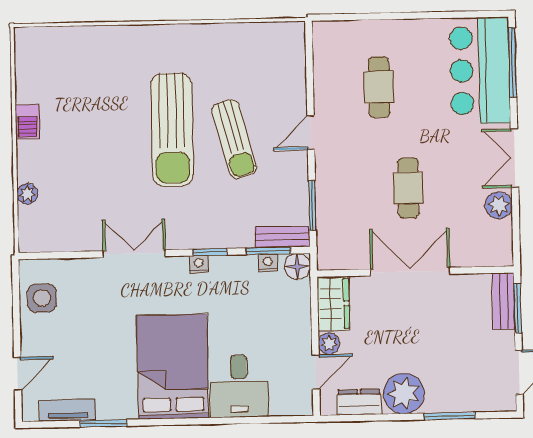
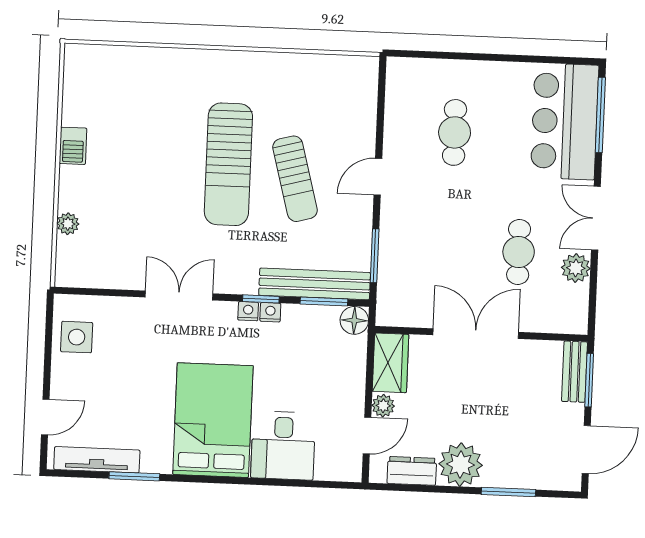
cafe table: (408, 188) -> (519, 252), moved
bench: (282, 237) -> (315, 284), width x1.86, depth x1.21
nightstand: (268, 263) -> (270, 312), moved
tv unit: (68, 410) -> (97, 460), width x1.41

